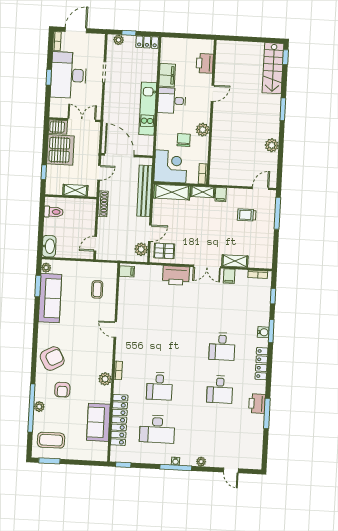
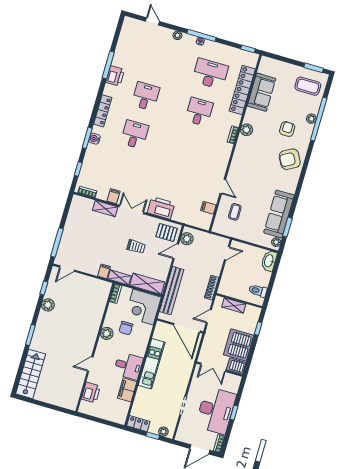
window: (286, 57) -> (44, 288), moved
trolley: (247, 215) -> (136, 247), moved
filing cabinet: (127, 271) -> (208, 208), moved
door: (115, 330) -> (223, 186), moved

